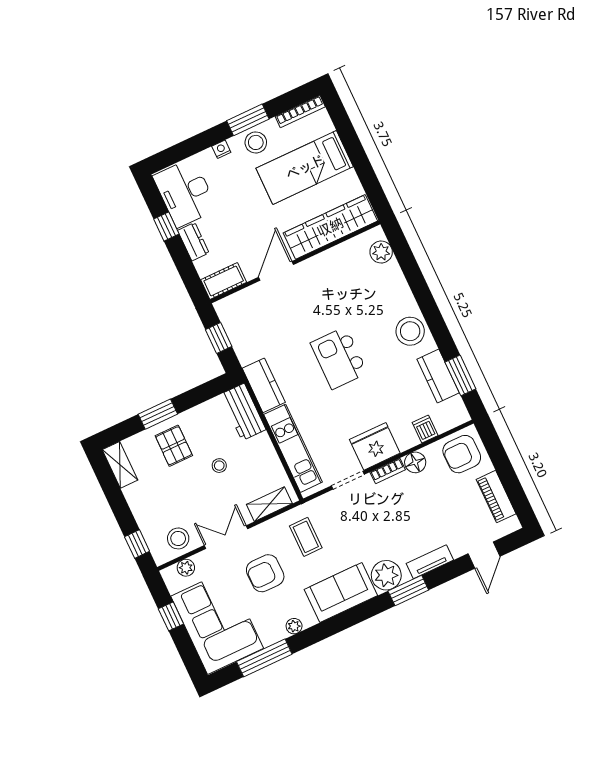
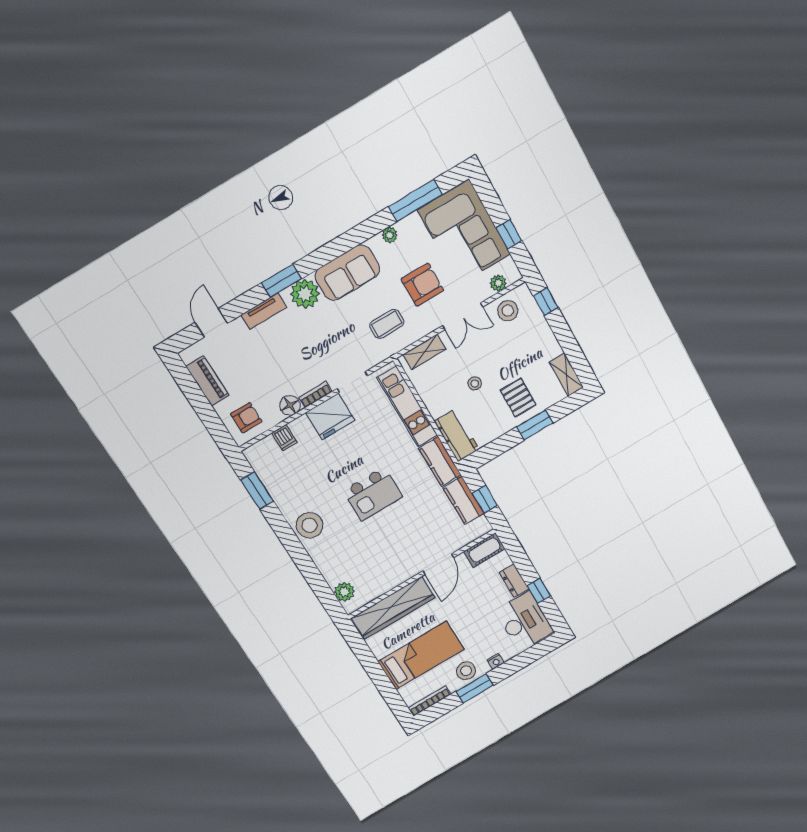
kitchen island: (339, 358) -> (373, 494), turned 90
kitchen counter: (438, 376) -> (463, 501), moved, turned 180
armchair: (462, 454) -> (246, 418), width x0.72, depth x0.72
coffee table: (306, 537) -> (387, 324), turned 90

